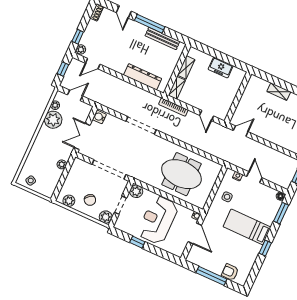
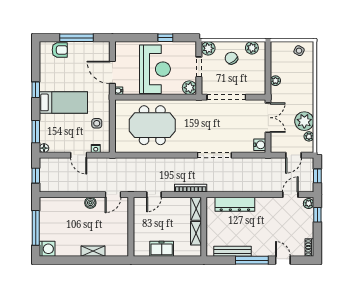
door: (207, 116) -> (154, 195), swing flipped
boiler: (263, 133) -> (90, 203), added

